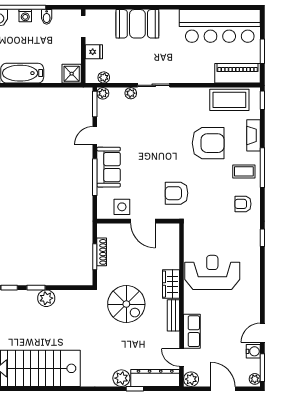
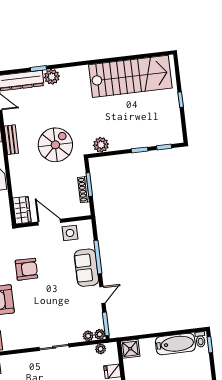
plant: (131, 93) -> (88, 336), moved
armchair: (177, 193) -> (26, 269), moved
wardrobe: (171, 284) -> (22, 210), moved
plant: (46, 298) -> (101, 145), moved
spiral stairs: (126, 304) -> (55, 145), turned 90

